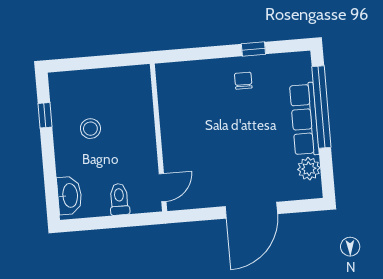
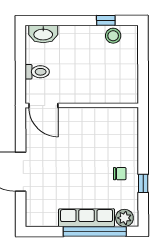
stool: (90, 129) -> (113, 36), moved
plant: (309, 169) -> (124, 218), moved
door: (163, 188) -> (43, 106), width x1.37

